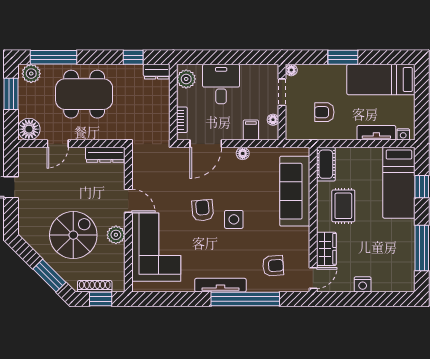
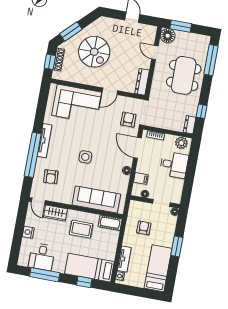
plant: (31, 74) -> (203, 44), removed
window: (11, 94) -> (181, 26), moved
armchair: (203, 210) -> (128, 120), moved, turned -85
plant: (116, 235) -> (89, 79), removed
desk: (396, 257) -> (42, 257), added

